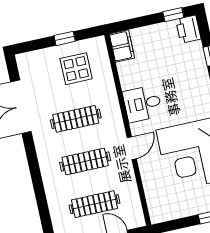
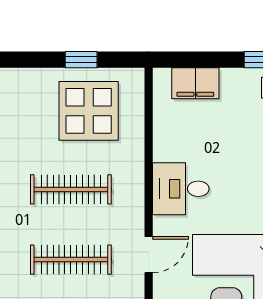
filing cabinet: (122, 46) -> (195, 83), moved, turned 90
display table: (76, 69) -> (89, 111), width x1.36, depth x1.36

